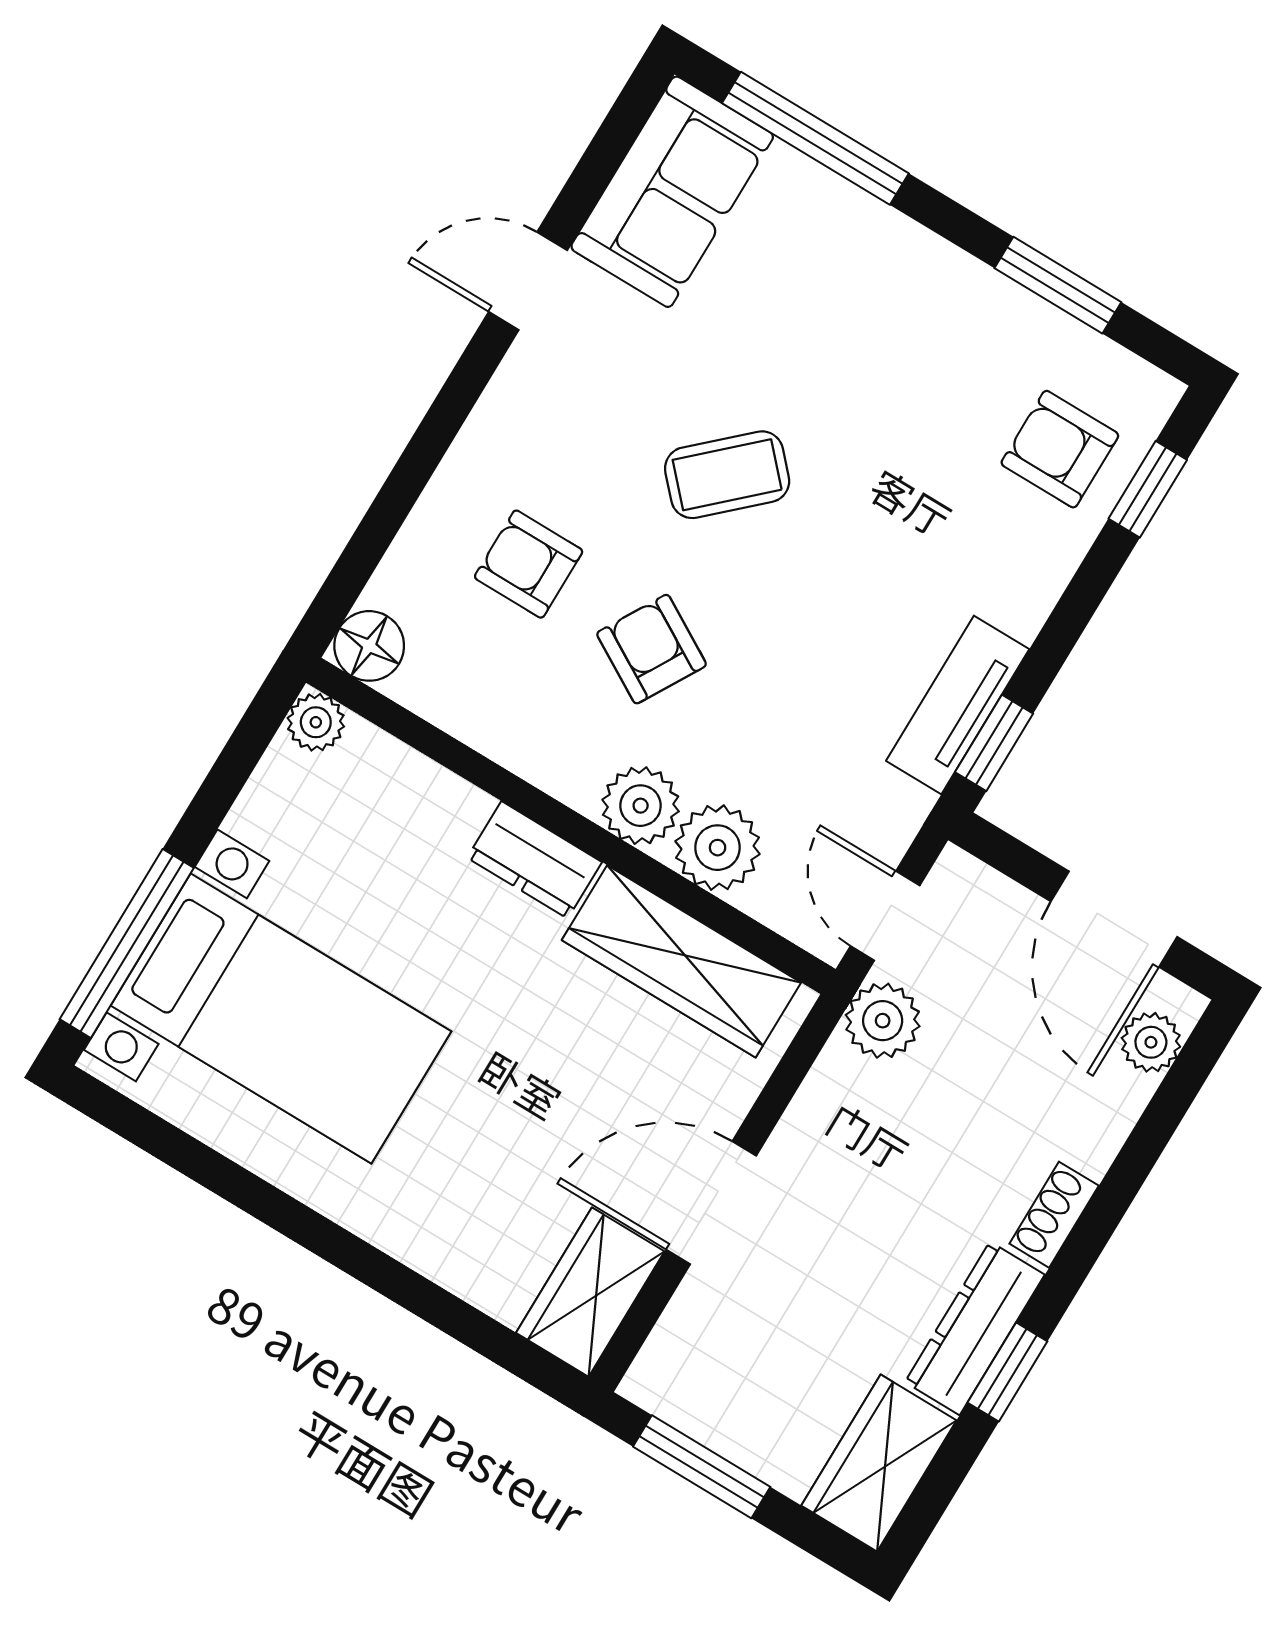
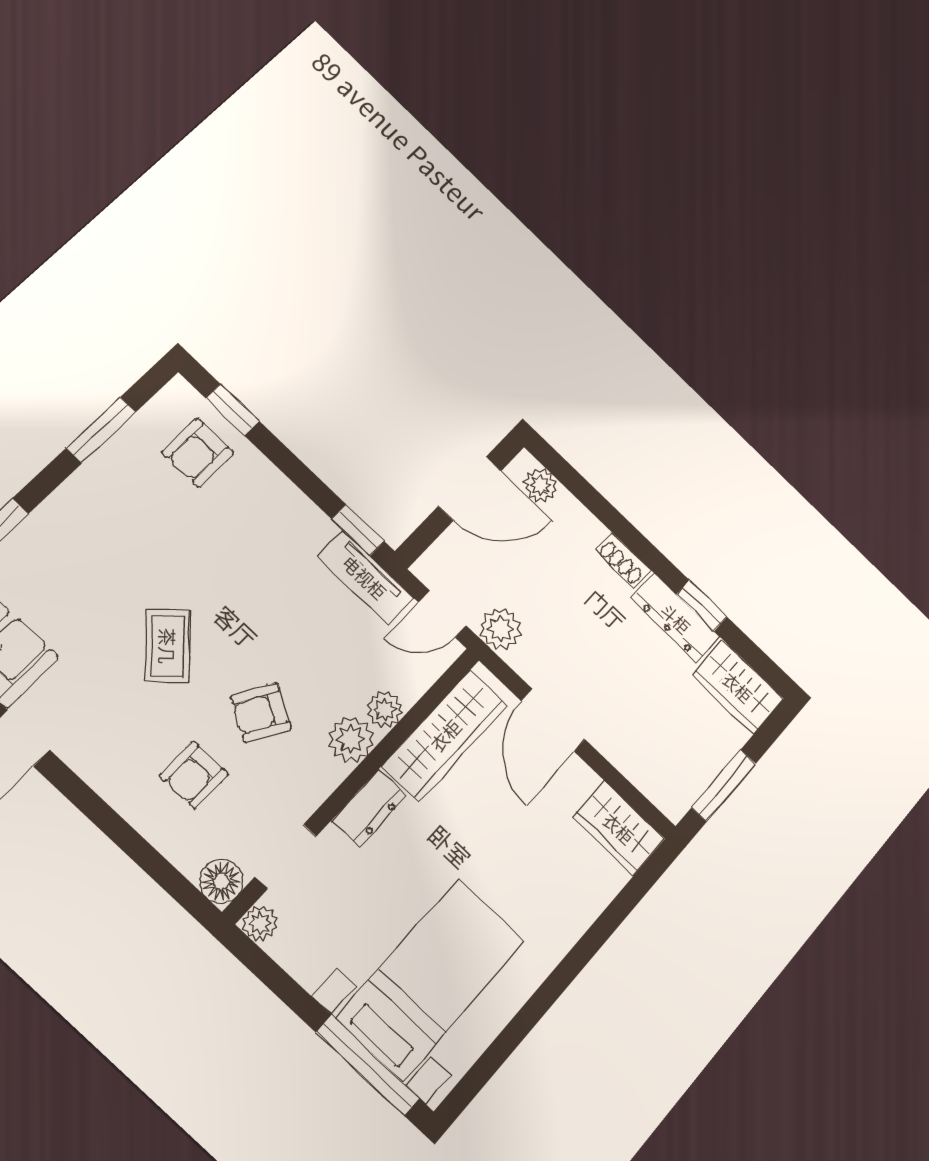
tv unit: (958, 705) -> (365, 577), moved
doorway: (429, 740) -> (286, 856), added
plant: (718, 848) -> (385, 710), width x0.73, depth x0.73
door: (711, 1203) -> (553, 720), moved

